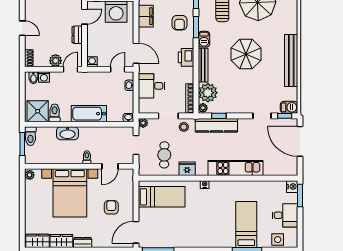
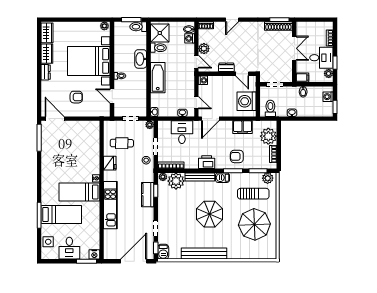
kitchen counter: (216, 125) -> (148, 195), width x0.67
bed: (162, 197) -> (79, 192), moved, turned 90

